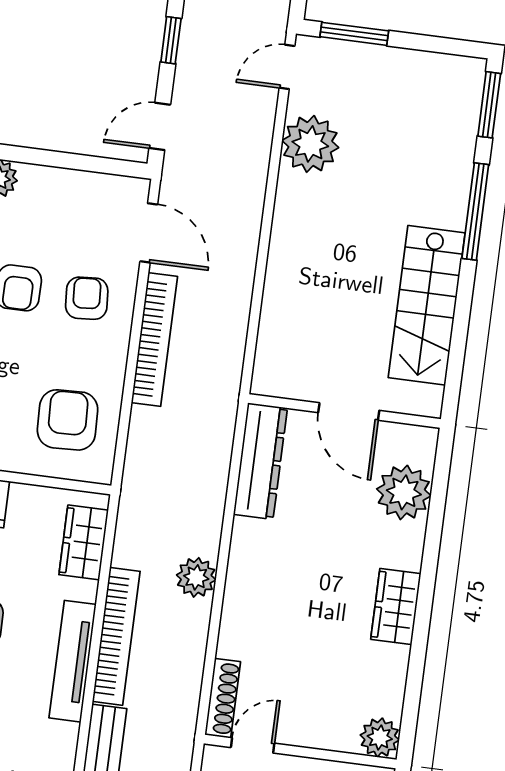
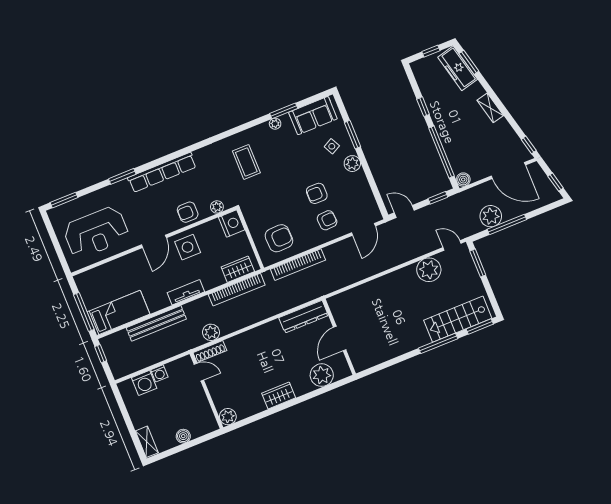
stairs: (427, 305) -> (458, 319), moved
bookcase: (154, 339) -> (298, 265), moved
plant: (196, 577) -> (211, 332), moved
bookcase: (116, 636) -> (237, 290), moved
tv unit: (73, 661) -> (186, 292), width x0.71

